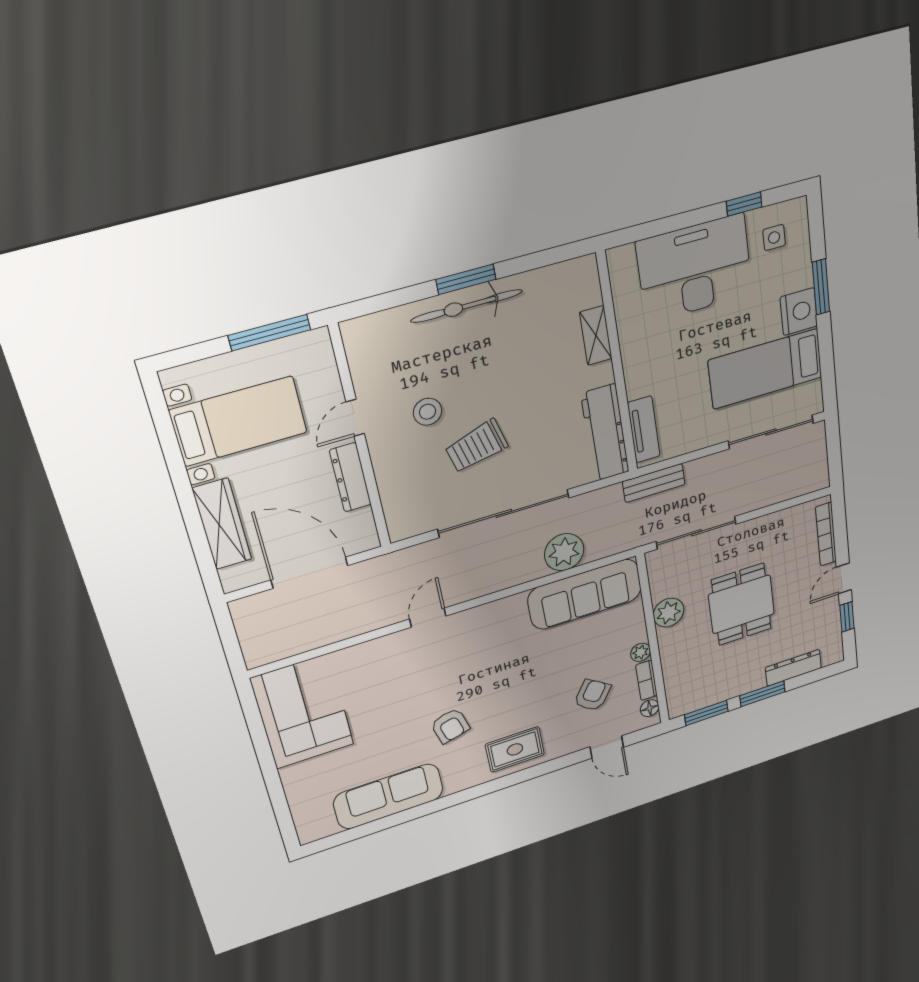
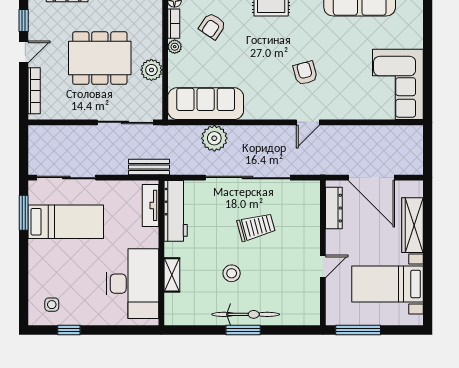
desk: (695, 268) -> (132, 284), moved, turned -90
window: (821, 287) -> (24, 213), moved
nightstand: (799, 312) -> (40, 253), removed
stool: (428, 412) -> (232, 273), moved
dresser: (350, 477) -> (334, 208), moved
dining table: (741, 604) -> (100, 58), width x1.38
armchair: (450, 726) -> (305, 73), moved

